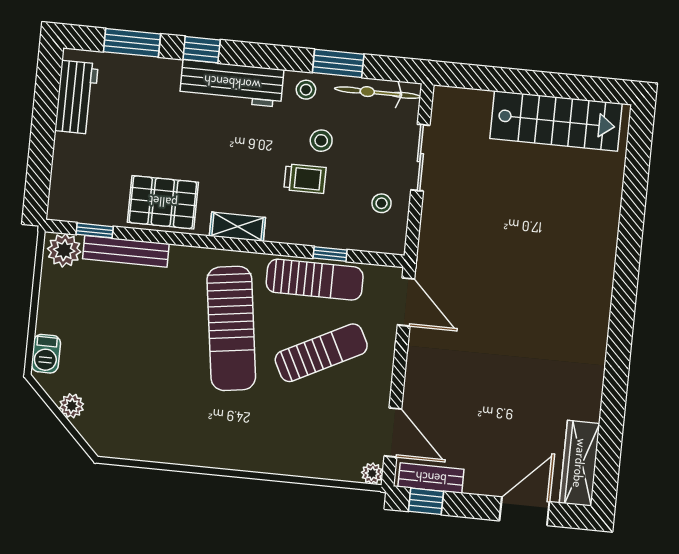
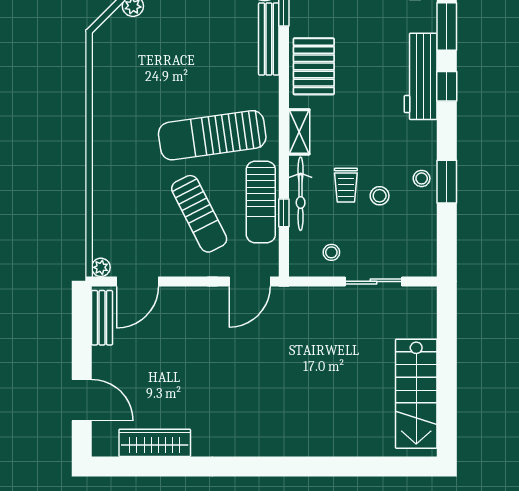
window: (338, 63) -> (447, 182), moved
workbench: (232, 83) -> (421, 76), moved
bicycle: (378, 93) -> (301, 194), moved, turned 180
wardrobe: (580, 463) -> (155, 443), moved
window: (426, 501) -> (82, 315), removed

